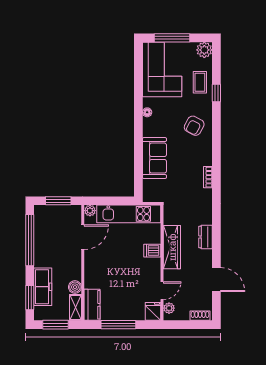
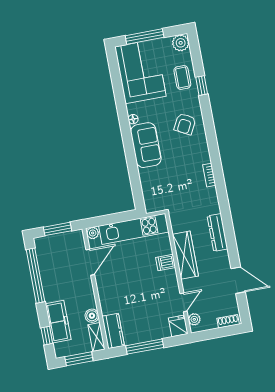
sofa: (154, 158) -> (146, 145), moved
dresser: (206, 237) -> (217, 232), width x1.44
window: (30, 298) -> (47, 336), width x0.67

